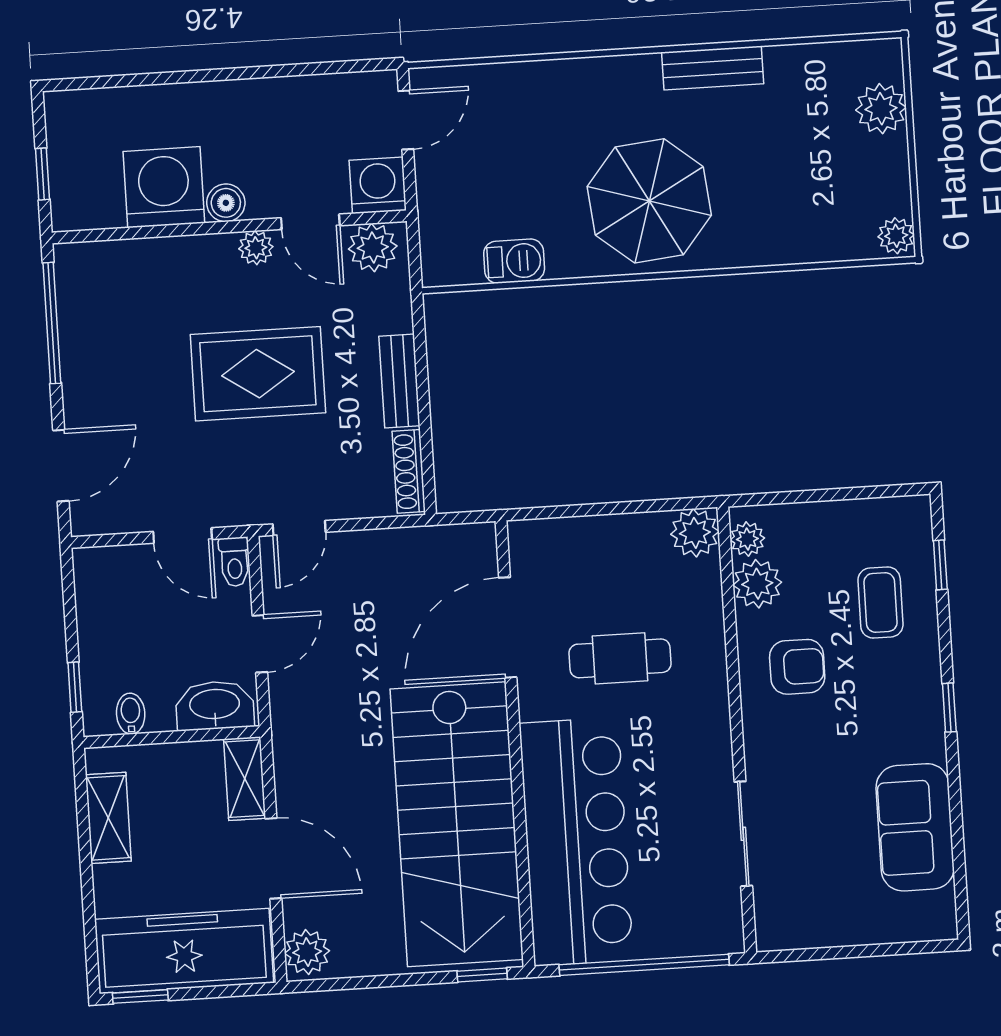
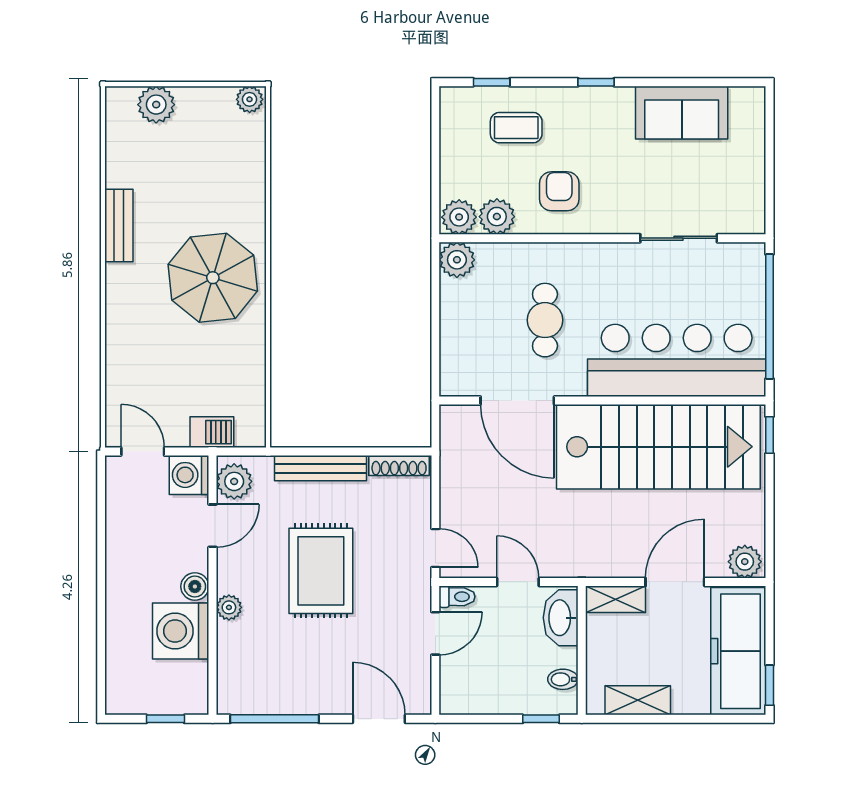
plant: (256, 248) -> (229, 607), moved
barbecue: (514, 261) -> (212, 432), moved, turned 90
bench: (399, 381) -> (320, 468), width x1.36
plant: (747, 539) -> (459, 217), width x1.38, depth x1.38

